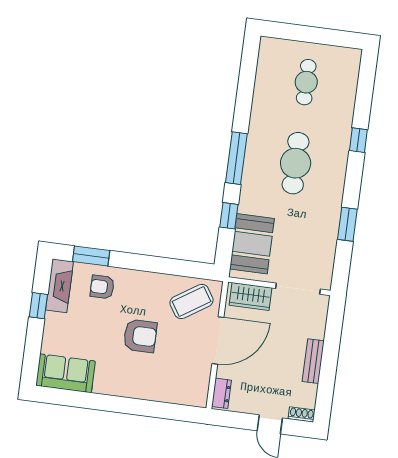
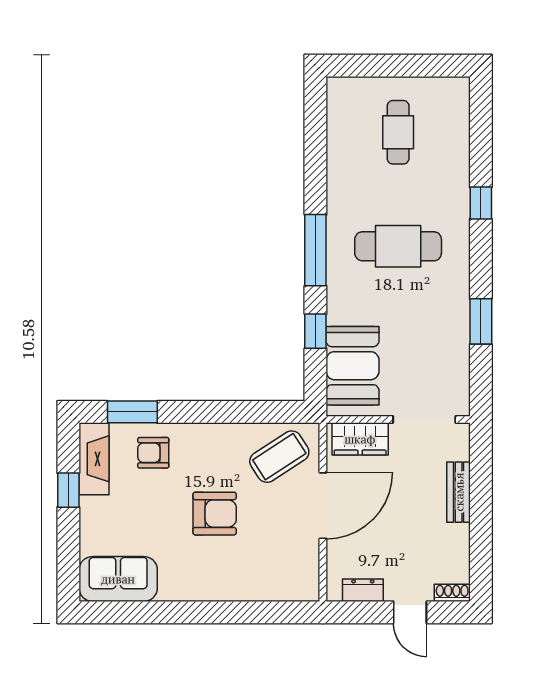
cafe table: (296, 163) -> (398, 246), turned 90
bench: (313, 361) -> (459, 492), moved
dresser: (221, 393) -> (363, 590), moved, turned -90

